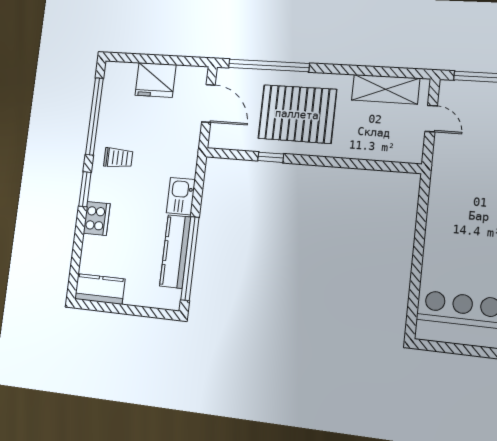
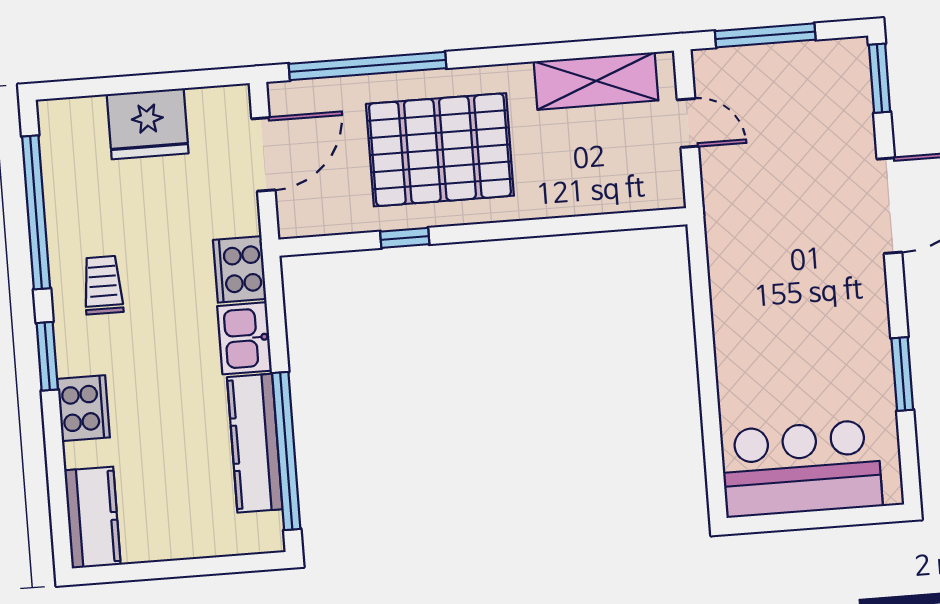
door: (208, 103) -> (263, 154), hinge flipped
trolley: (118, 158) -> (103, 285), turned -90
cooker: (185, 160) -> (240, 269), added
kitchen counter: (100, 289) -> (92, 518), moved, turned 90

